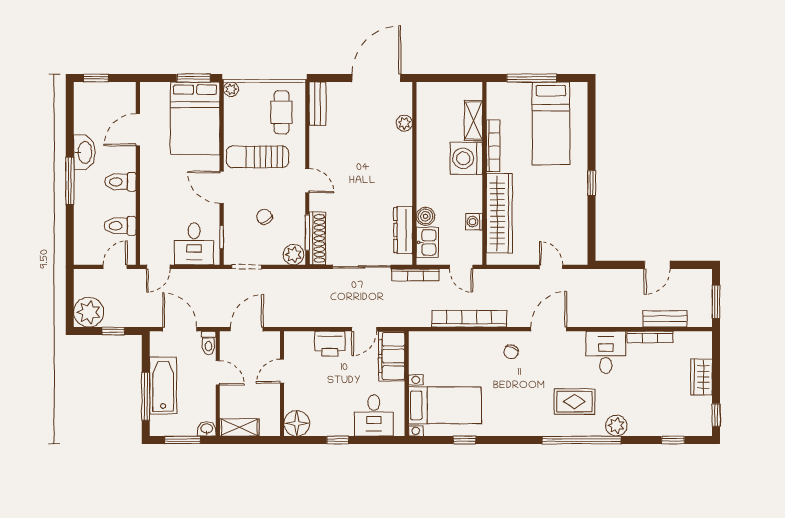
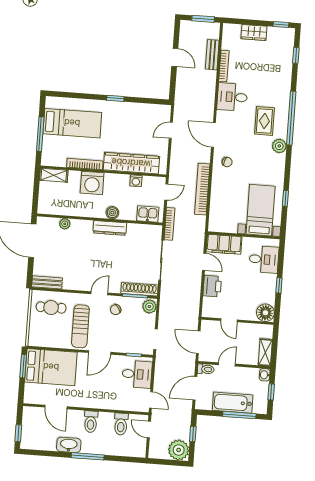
plant: (231, 89) -> (33, 341), removed
shelving: (473, 121) -> (54, 175), moved
boiler: (425, 216) -> (112, 213), moved
chair: (264, 217) -> (116, 310), moved
dresser: (403, 230) -> (110, 228), moved
plant: (616, 426) -> (279, 146), moved
window: (183, 440) -> (271, 392), width x0.67

